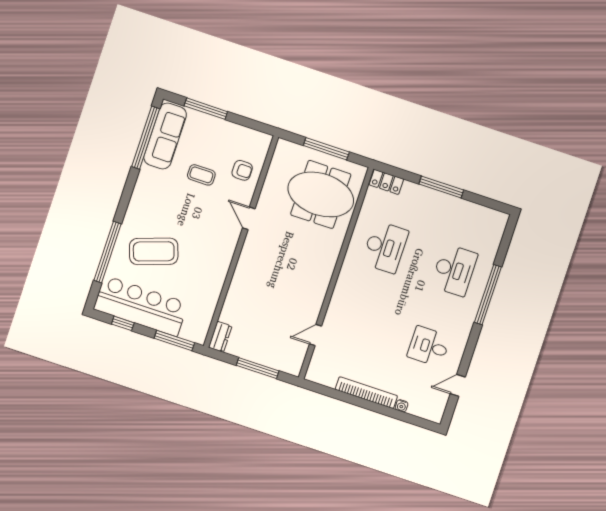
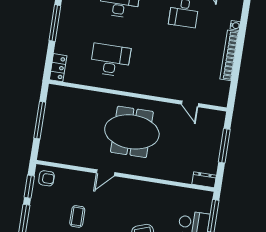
window: (247, 122) -> (29, 187), added
armchair: (242, 170) -> (46, 178), moved, turned 90
meeting table: (321, 194) -> (132, 132), moved, turned 90

